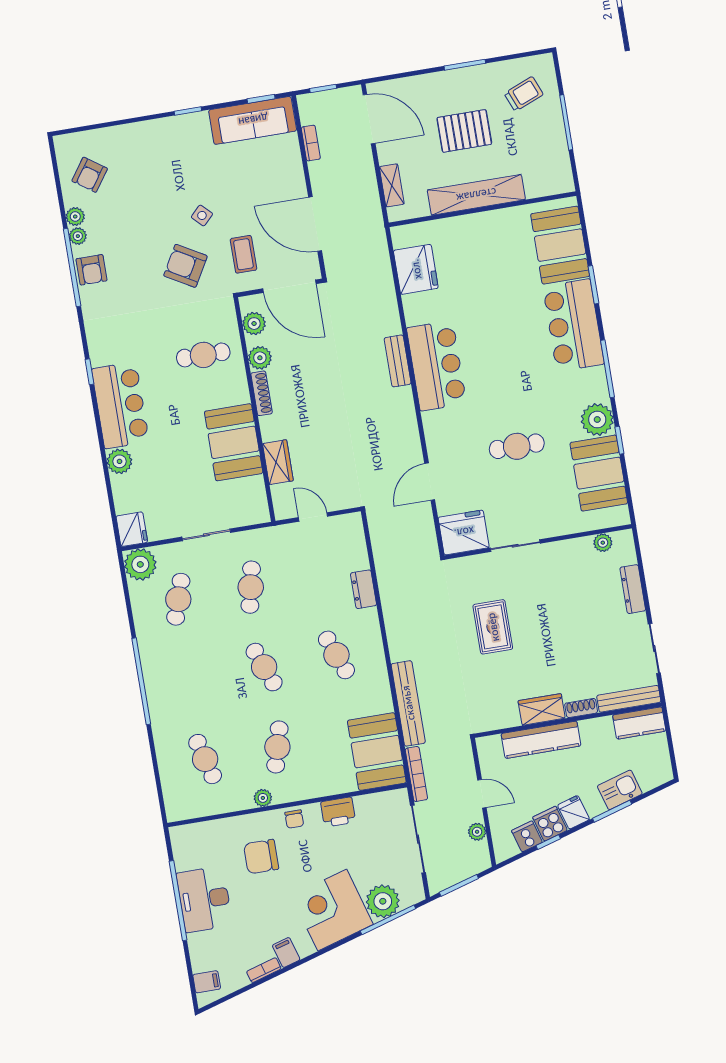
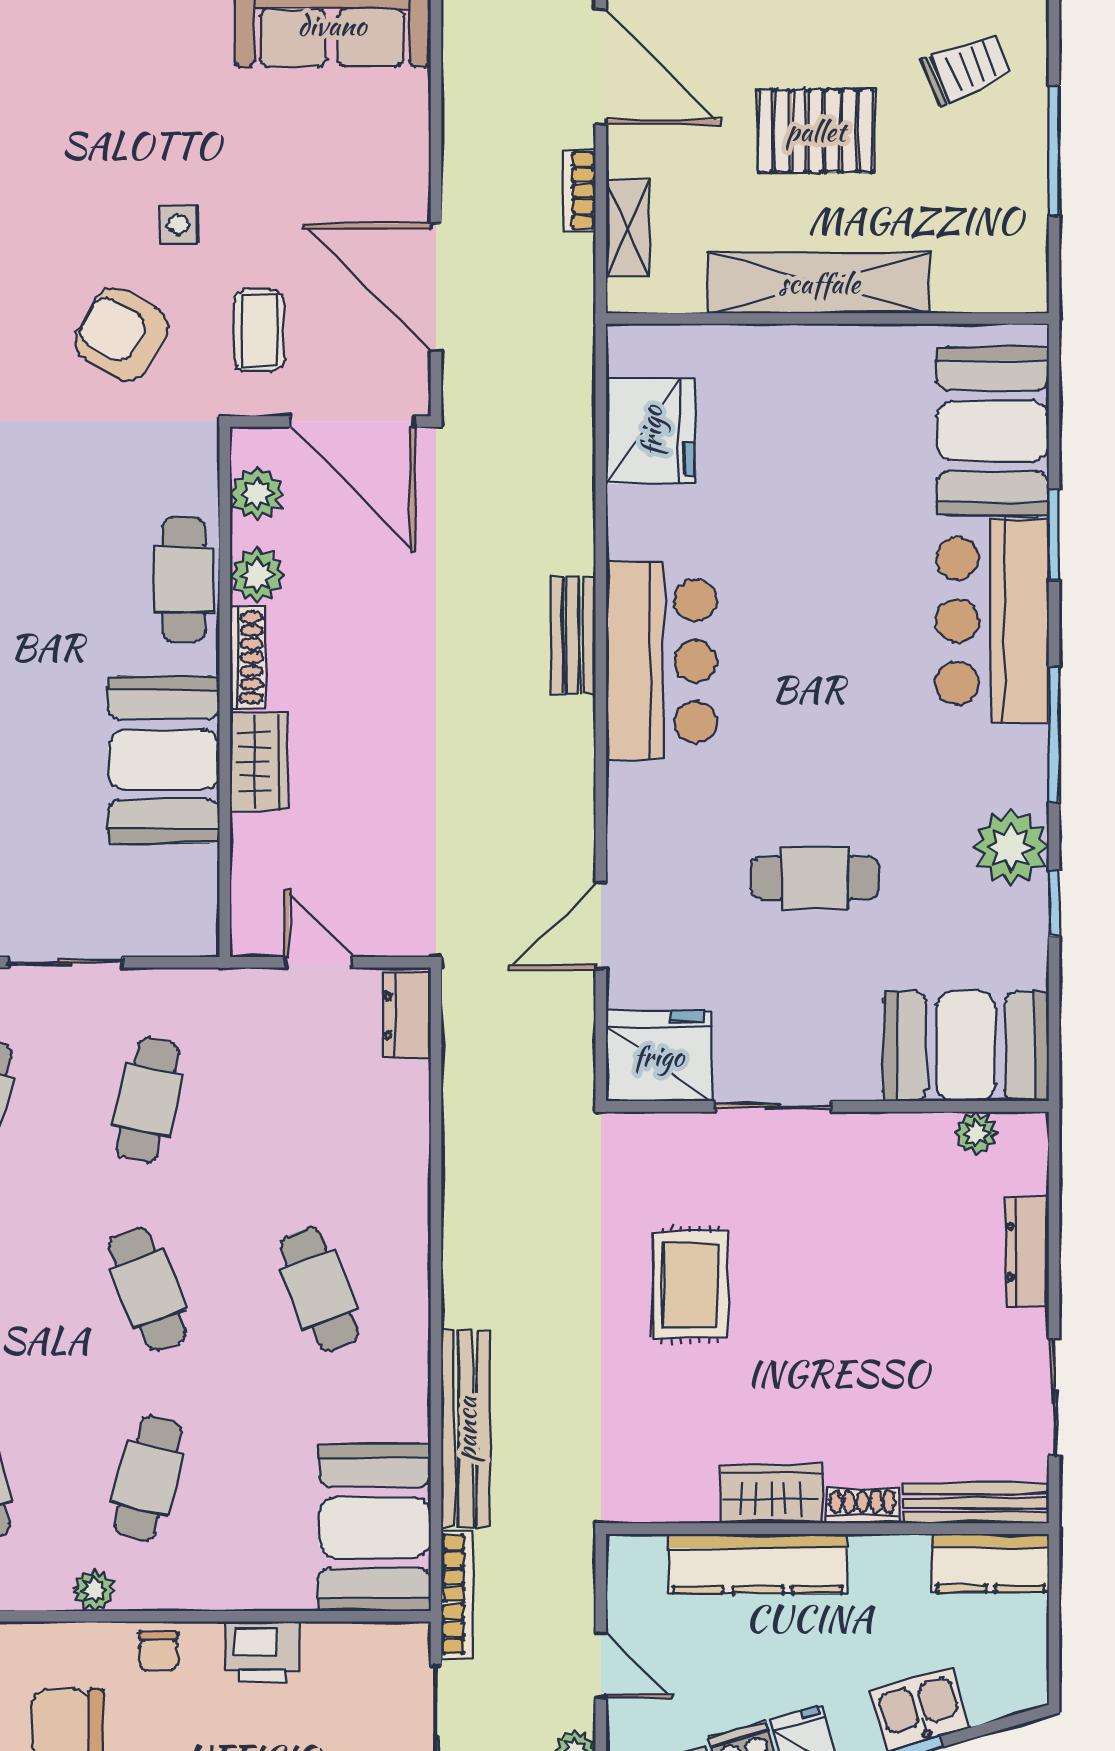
bookcase: (311, 143) -> (579, 191), moved, turned 180
side table: (202, 215) -> (179, 225), turned 45
cafe table: (203, 355) -> (184, 580), moved, turned 90
wardrobe: (278, 462) -> (258, 762), moved
booth: (599, 473) -> (966, 1046), moved, turned 90
dresser: (364, 589) -> (407, 1016), moved

